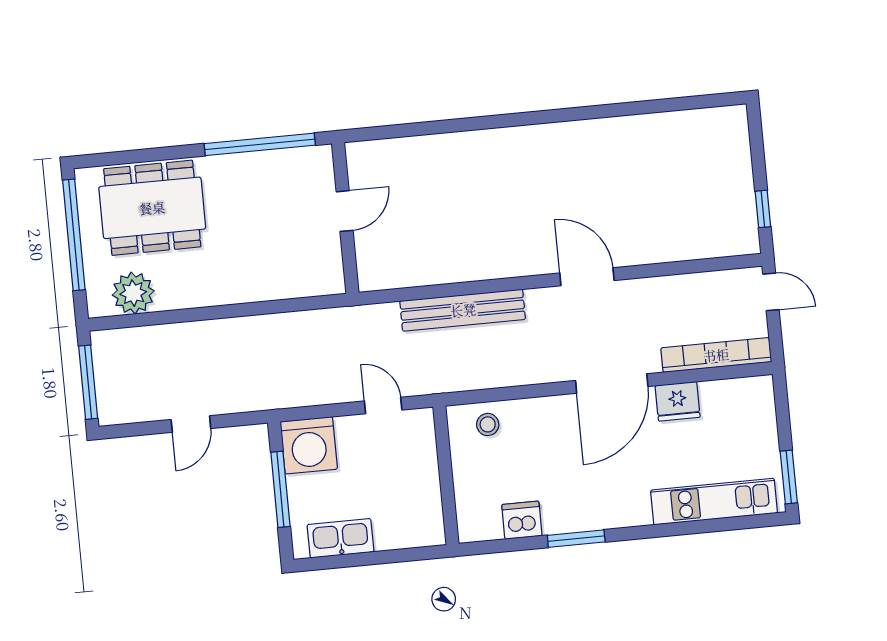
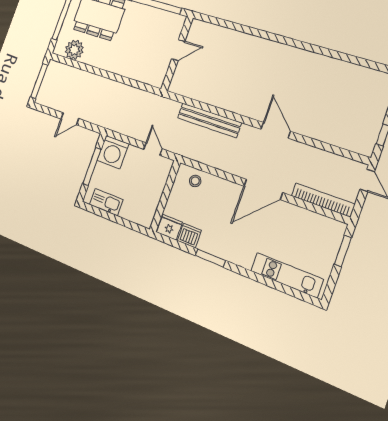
fridge: (678, 401) -> (170, 227), moved, turned 180
window: (789, 477) -> (343, 251), moved

